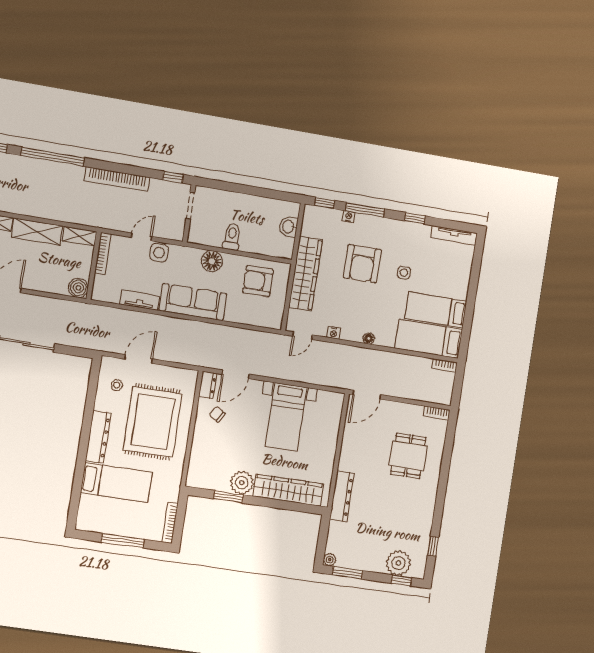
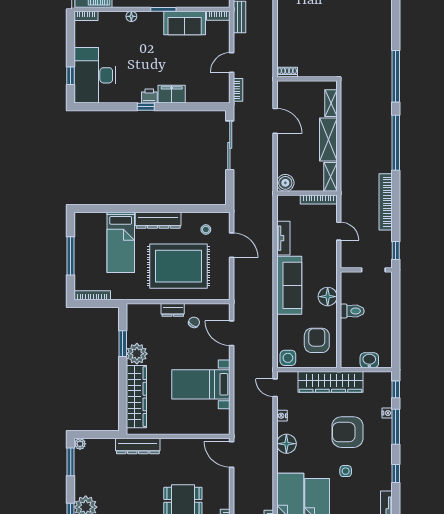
side table: (159, 253) -> (288, 358), moved
floor lamp: (369, 338) -> (286, 444), width x1.89, depth x1.89
dresser: (208, 385) -> (173, 310), moved

